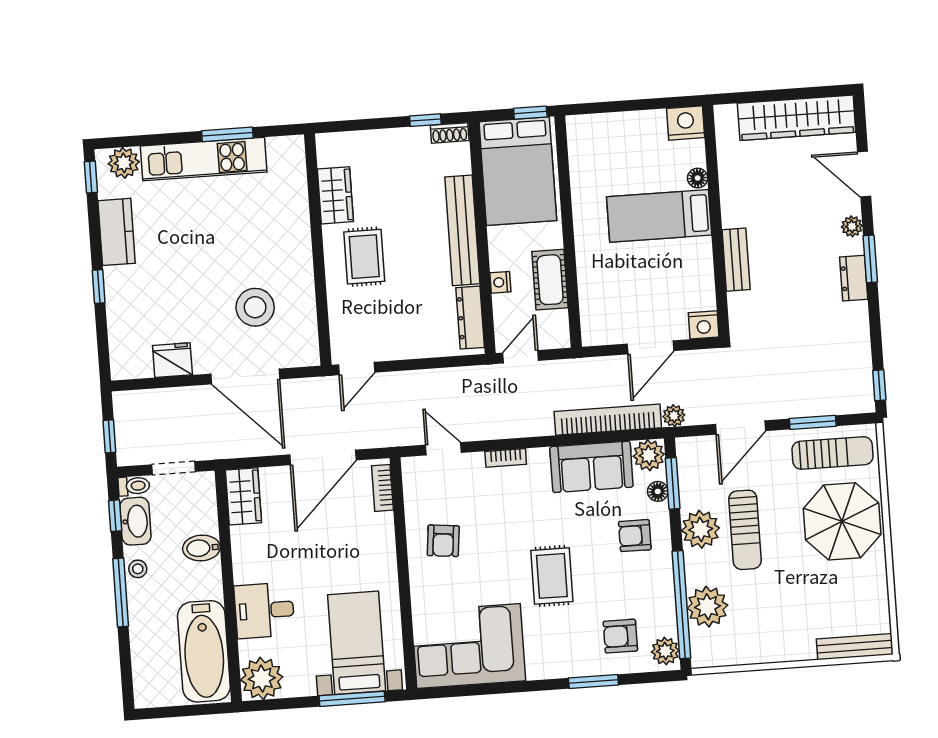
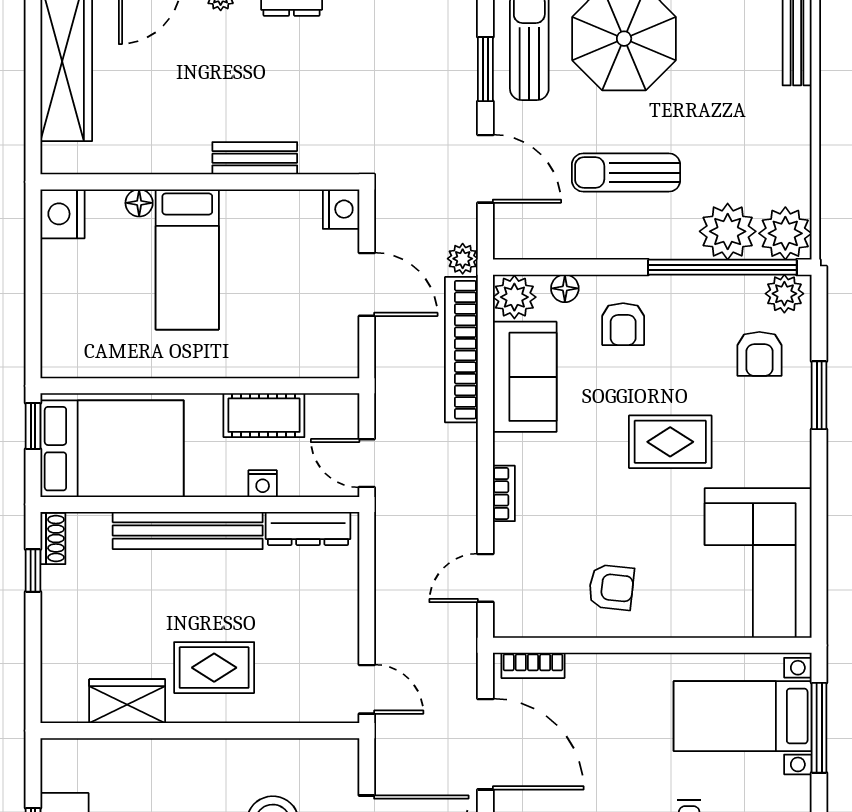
window: (673, 483) -> (555, 267), removed
plant: (701, 529) -> (785, 233), moved
sun lounger: (745, 530) -> (626, 173), turned 180

